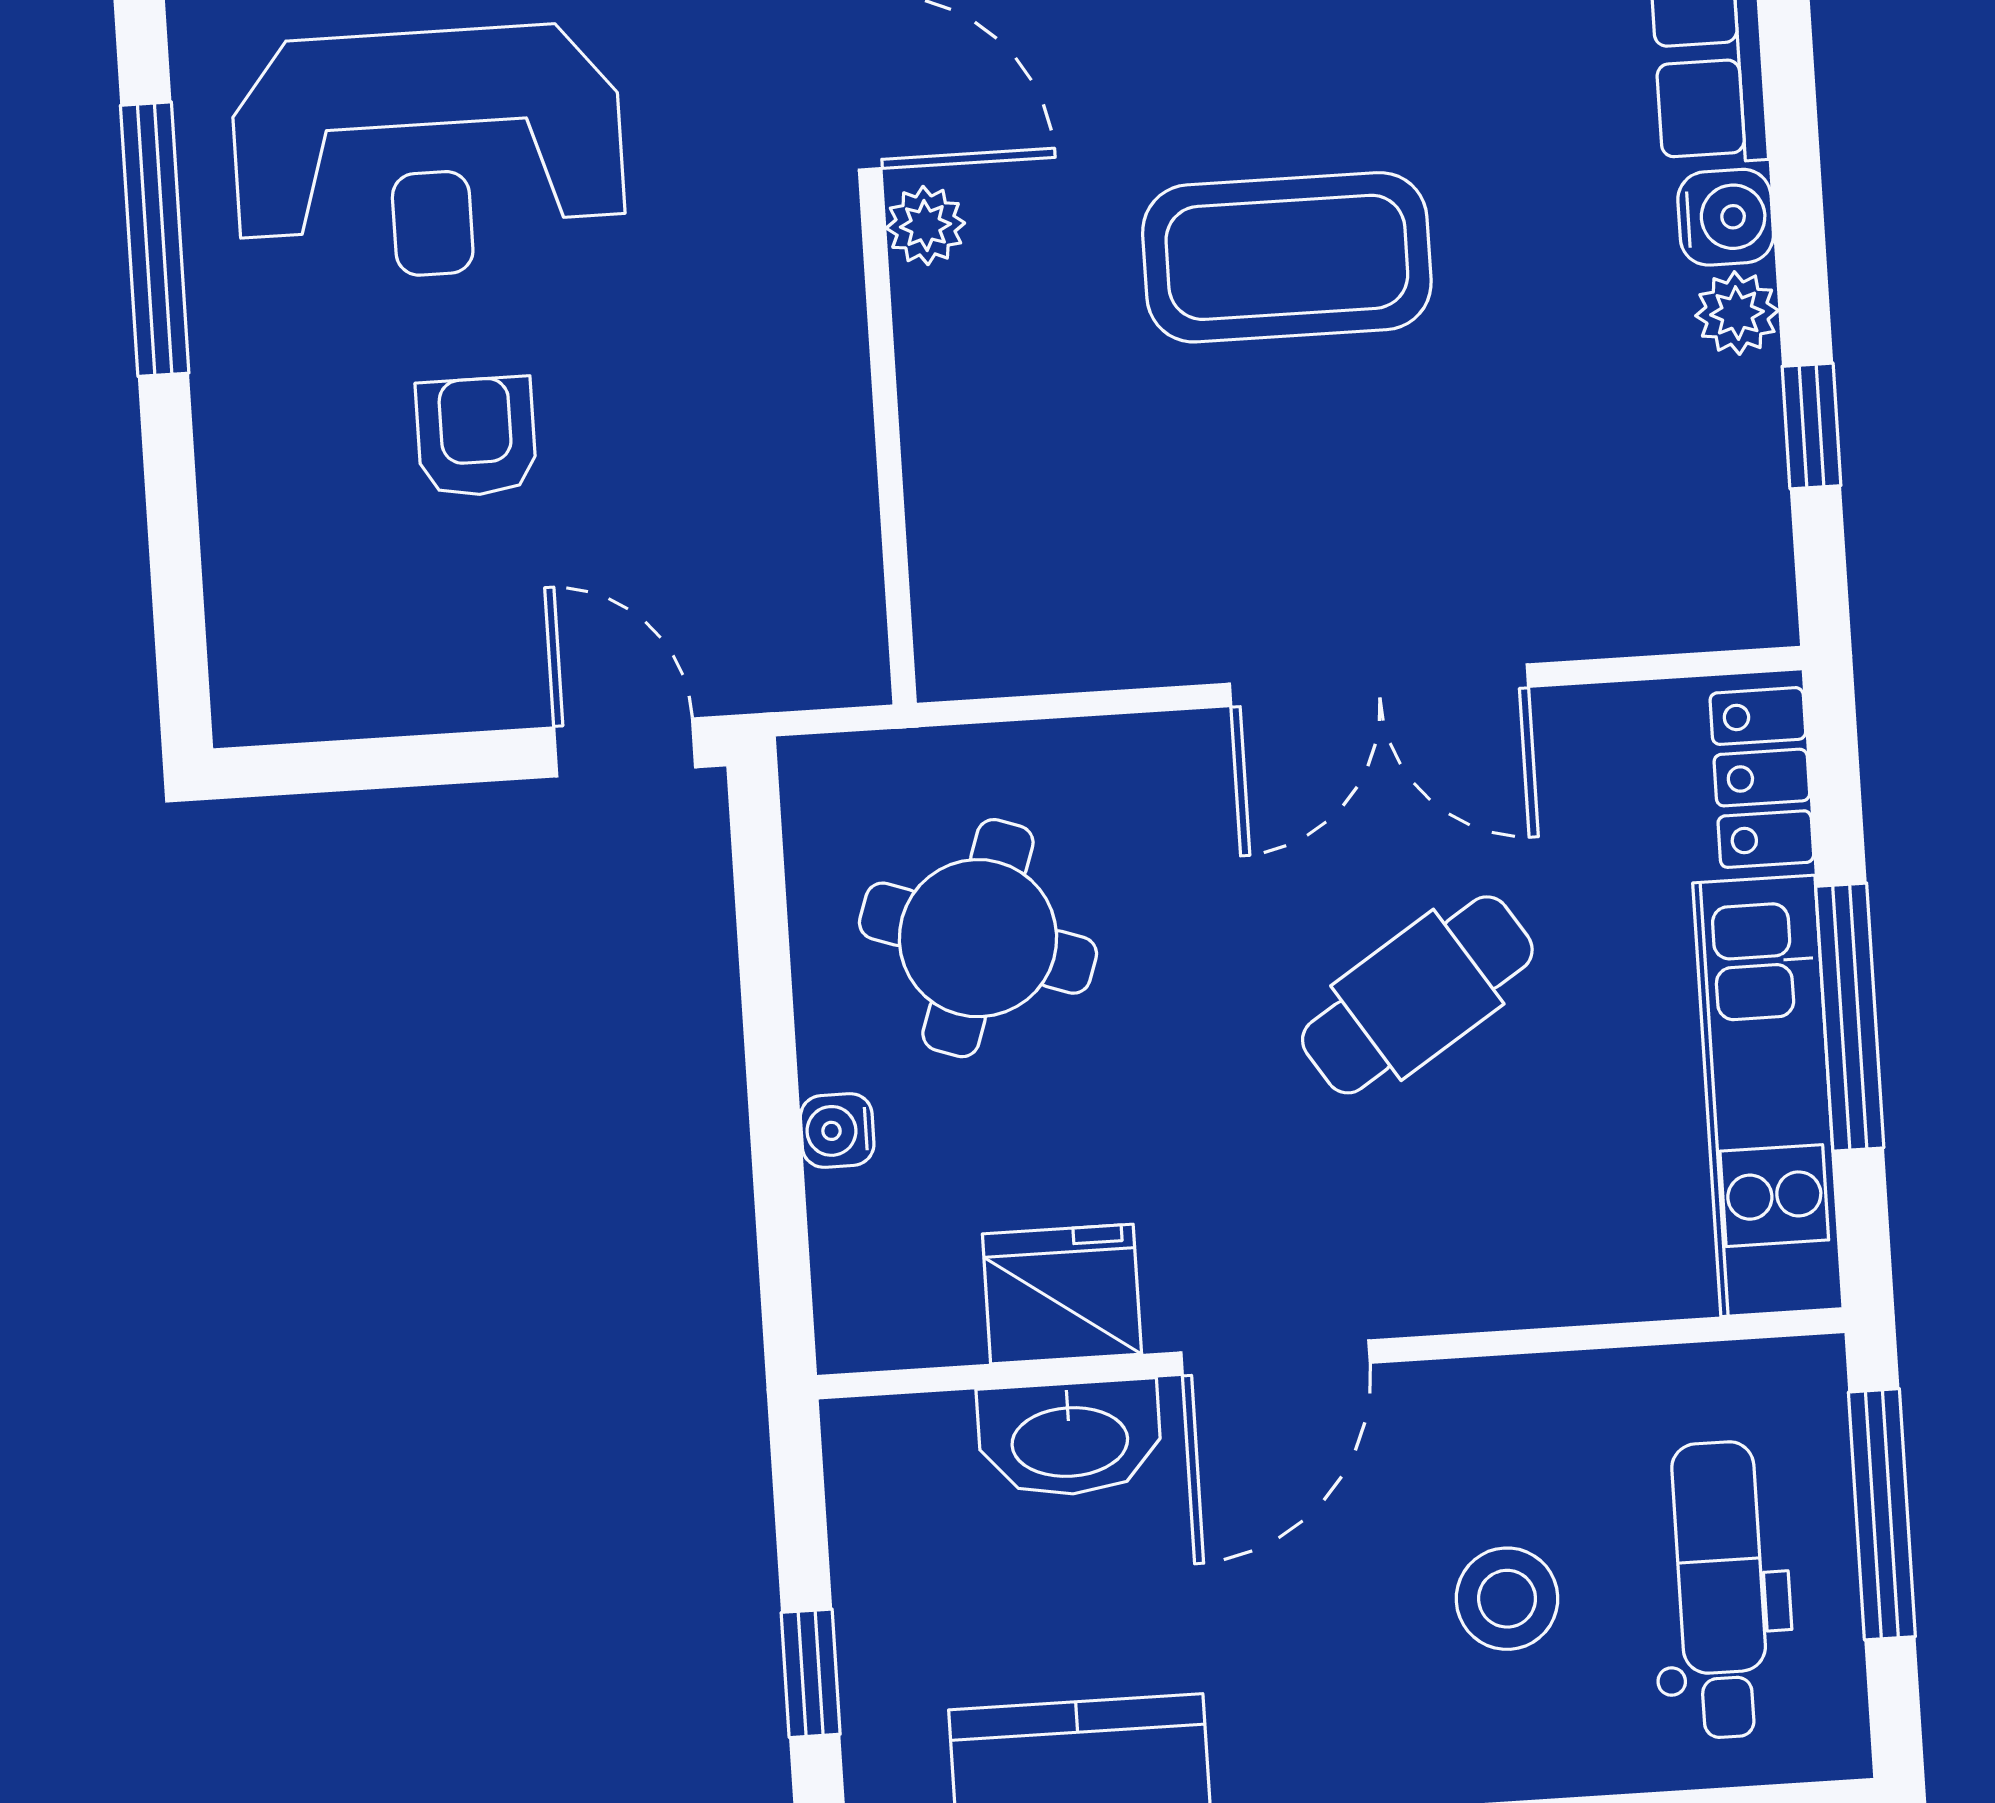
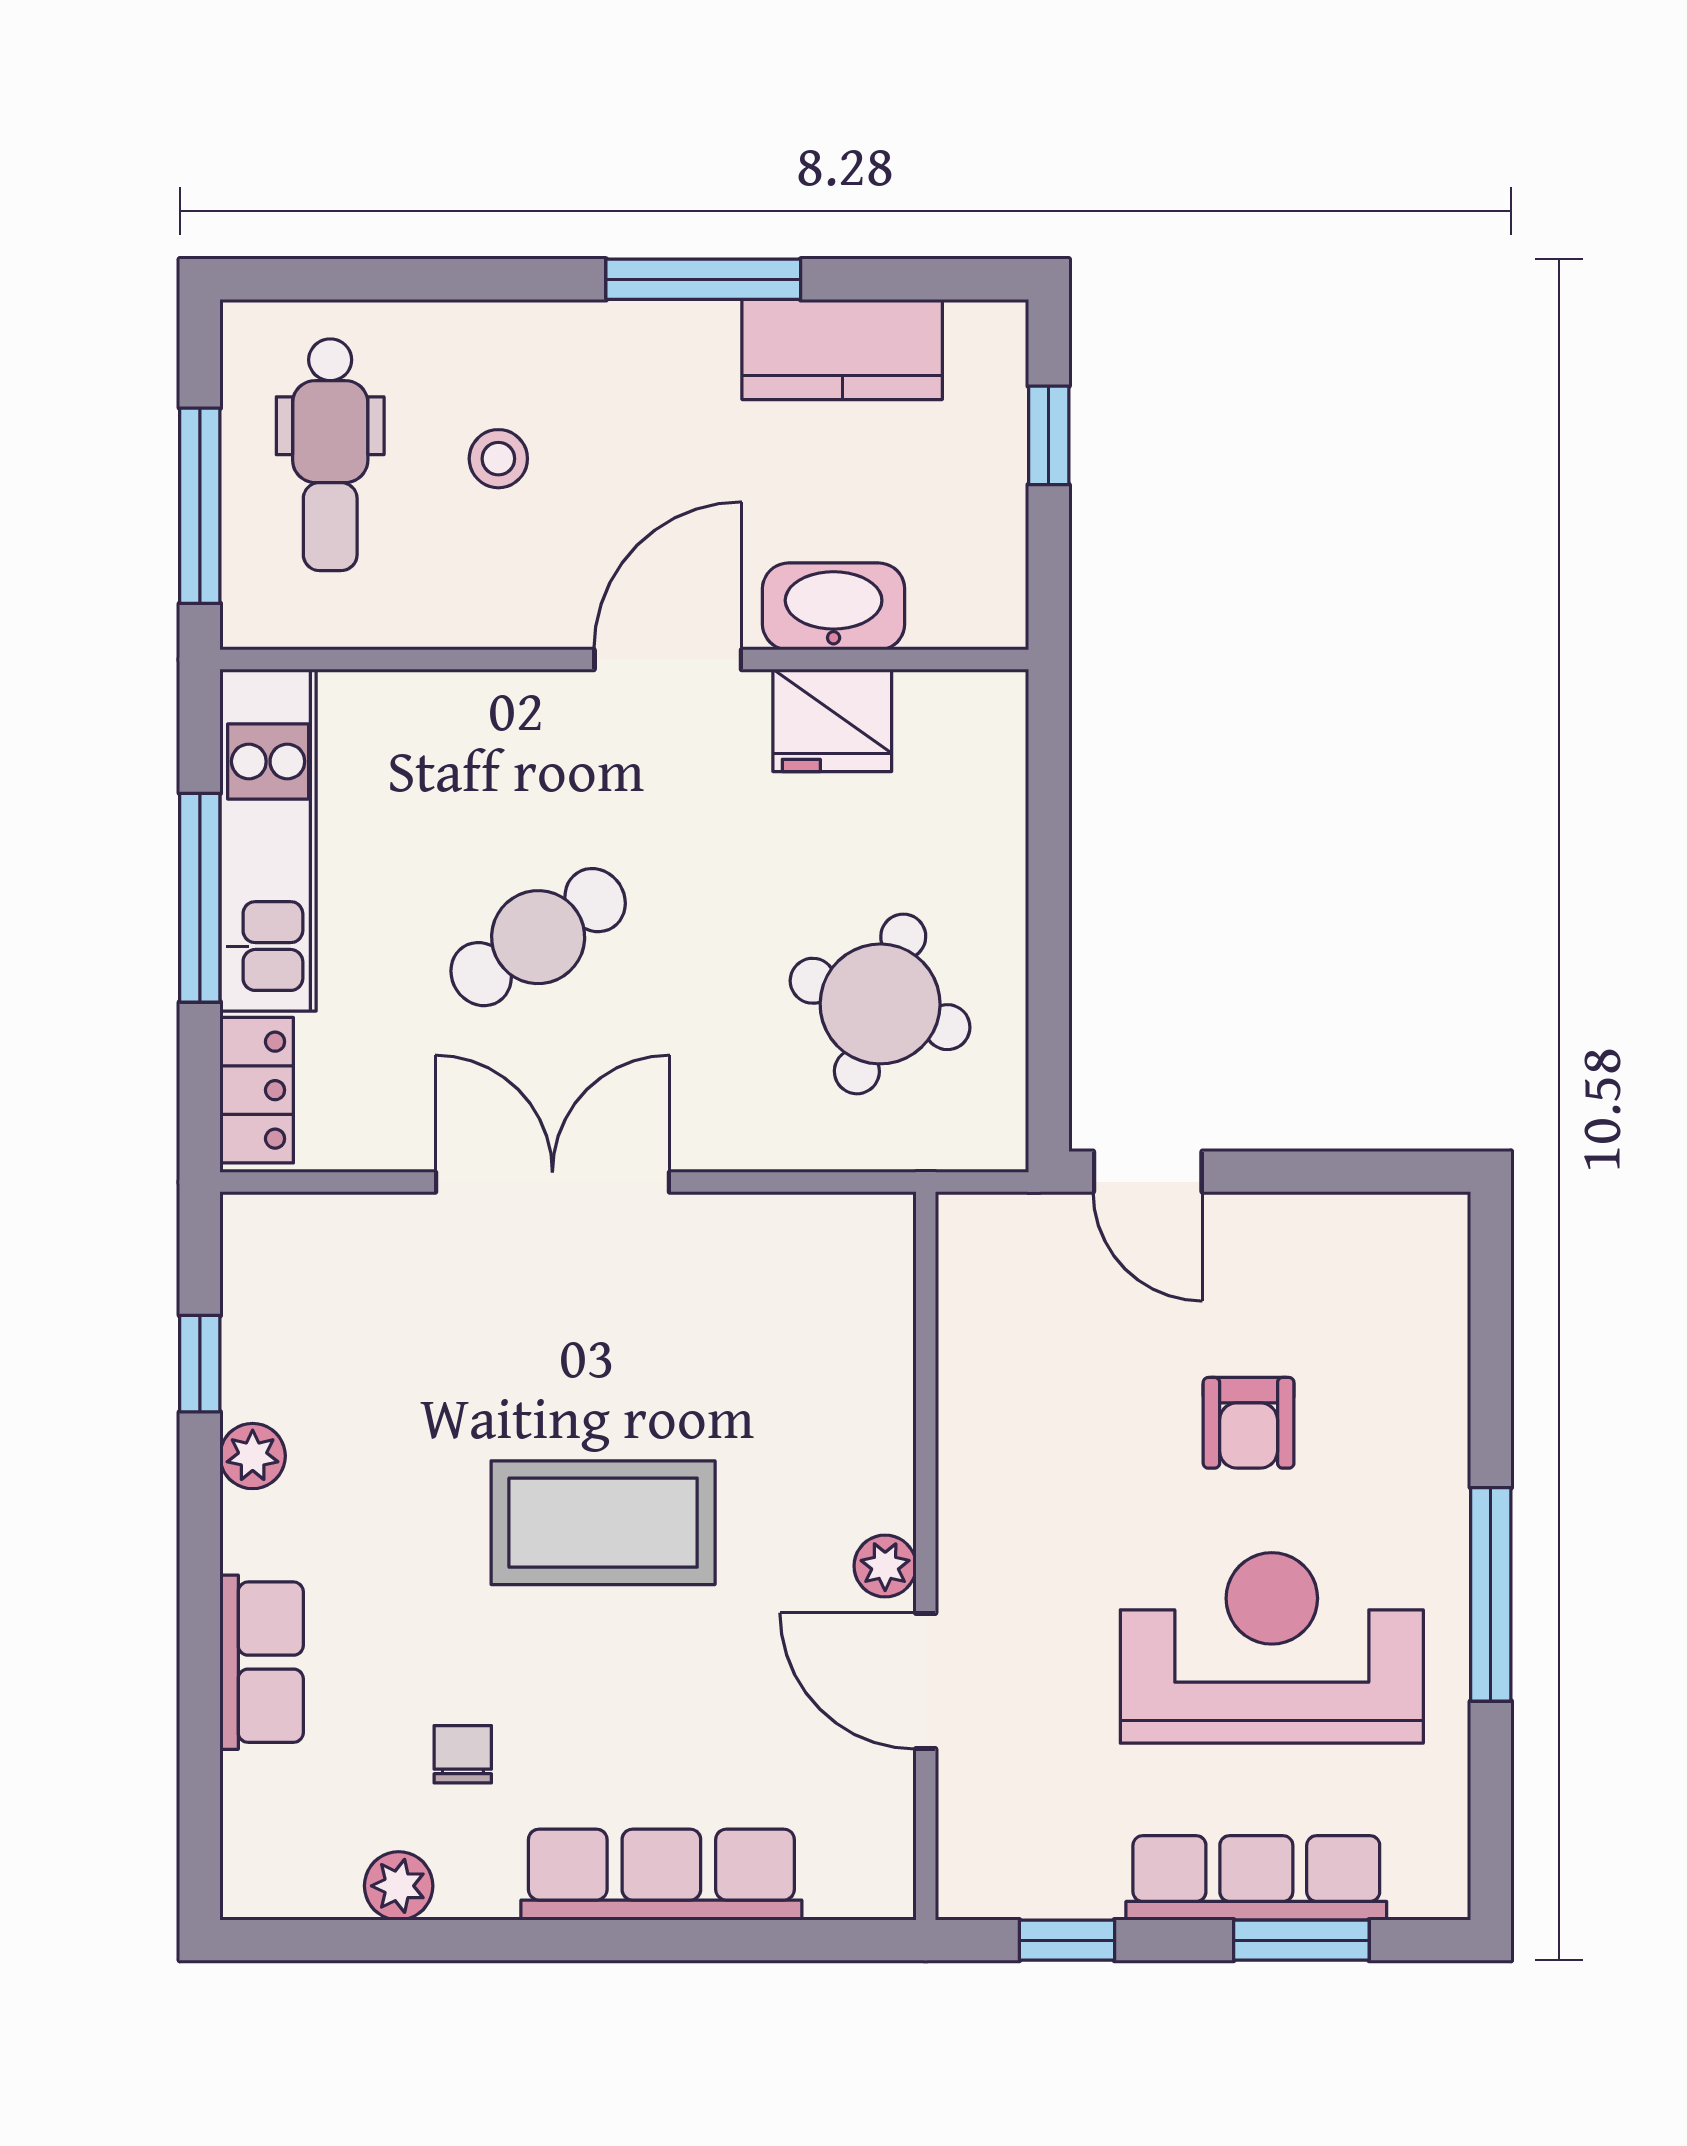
water cooler: (1726, 217) -> (257, 1532), removed
water cooler: (837, 1131) -> (1000, 860), removed
stool: (1507, 1599) -> (498, 459), width x0.73, depth x0.73

